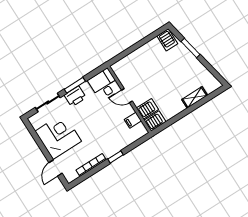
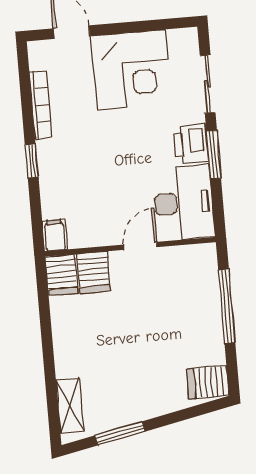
window: (133, 48) -> (227, 306), added
window: (190, 48) -> (120, 433), moved
desk: (104, 85) -> (184, 203), width x1.37
shelving: (195, 97) -> (70, 405), moved
filing cabinet: (133, 120) -> (55, 235), moved

